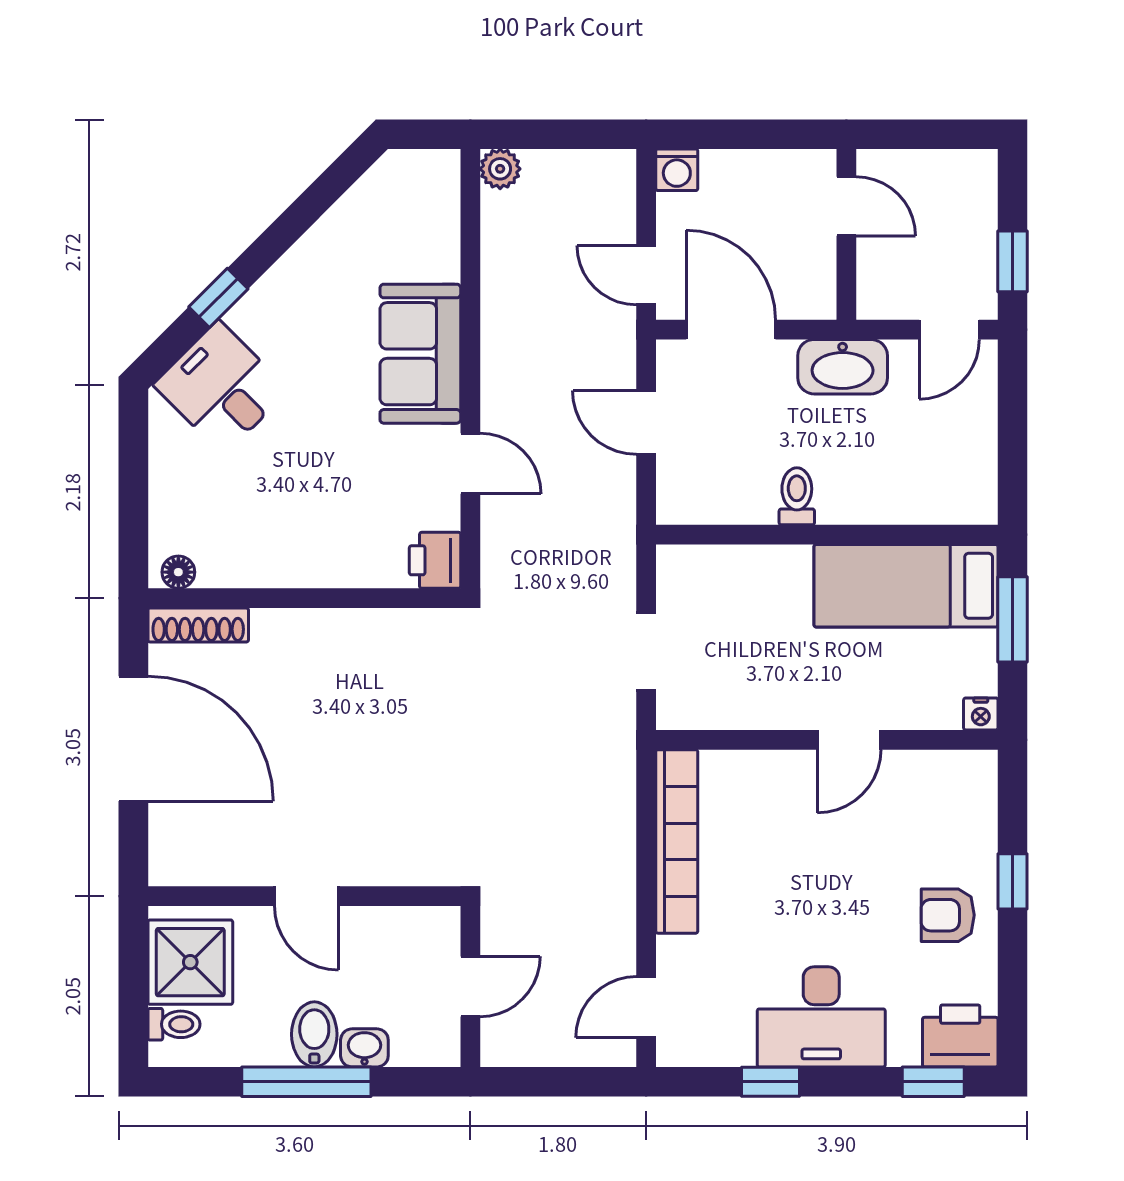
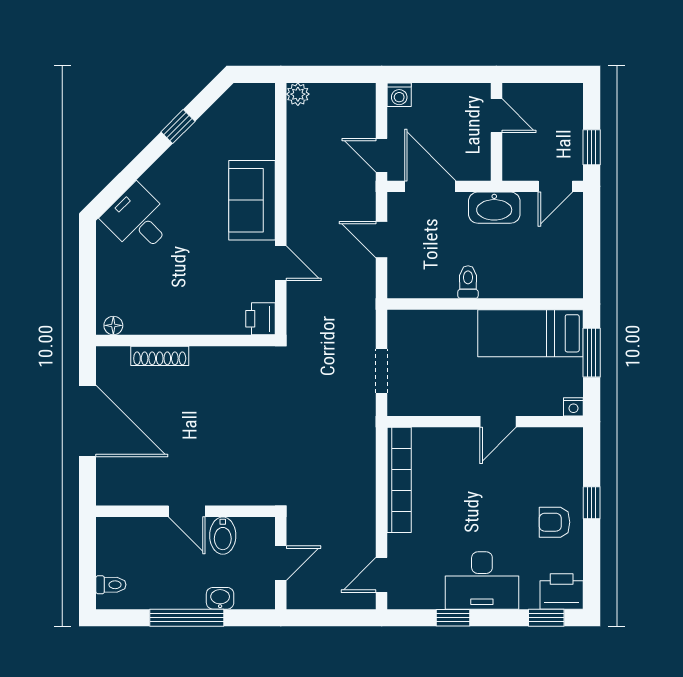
window: (218, 298) -> (178, 127), moved
shoe rack: (198, 625) -> (160, 356), moved
shower: (190, 962) -> (120, 549), removed
bidet: (314, 1034) -> (223, 536), moved, turned 180

